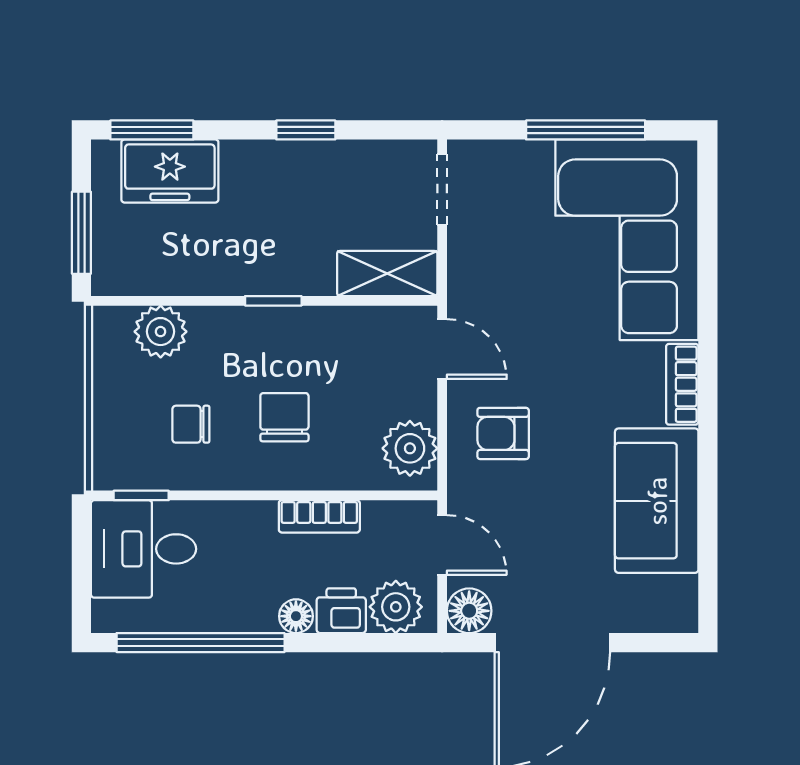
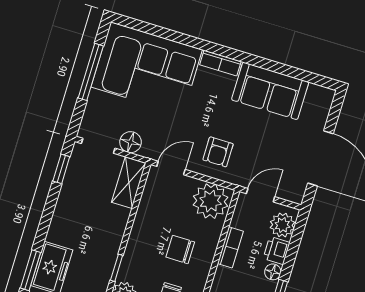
window: (306, 130) -> (61, 169), moved
window: (273, 301) -> (117, 268), moved
plant: (410, 448) -> (211, 201), width x1.36, depth x1.36
floor lamp: (469, 611) -> (131, 142), moved

